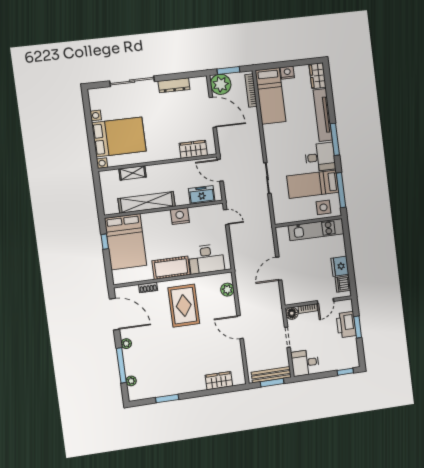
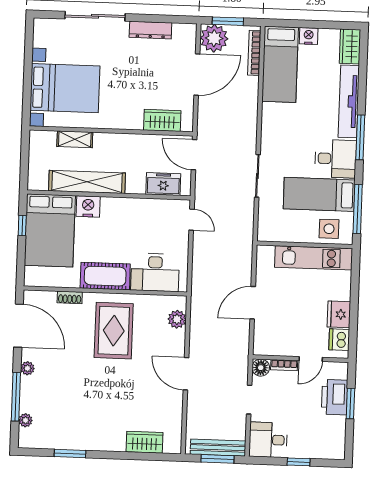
door: (213, 112) -> (197, 75), hinge flipped
nightstand: (180, 216) -> (88, 206), moved
window: (345, 372) -> (299, 462), moved

